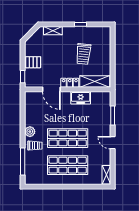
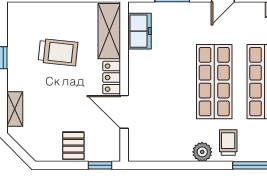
door: (51, 89) -> (124, 112), swing flipped
freezer: (81, 98) -> (139, 31), moved

